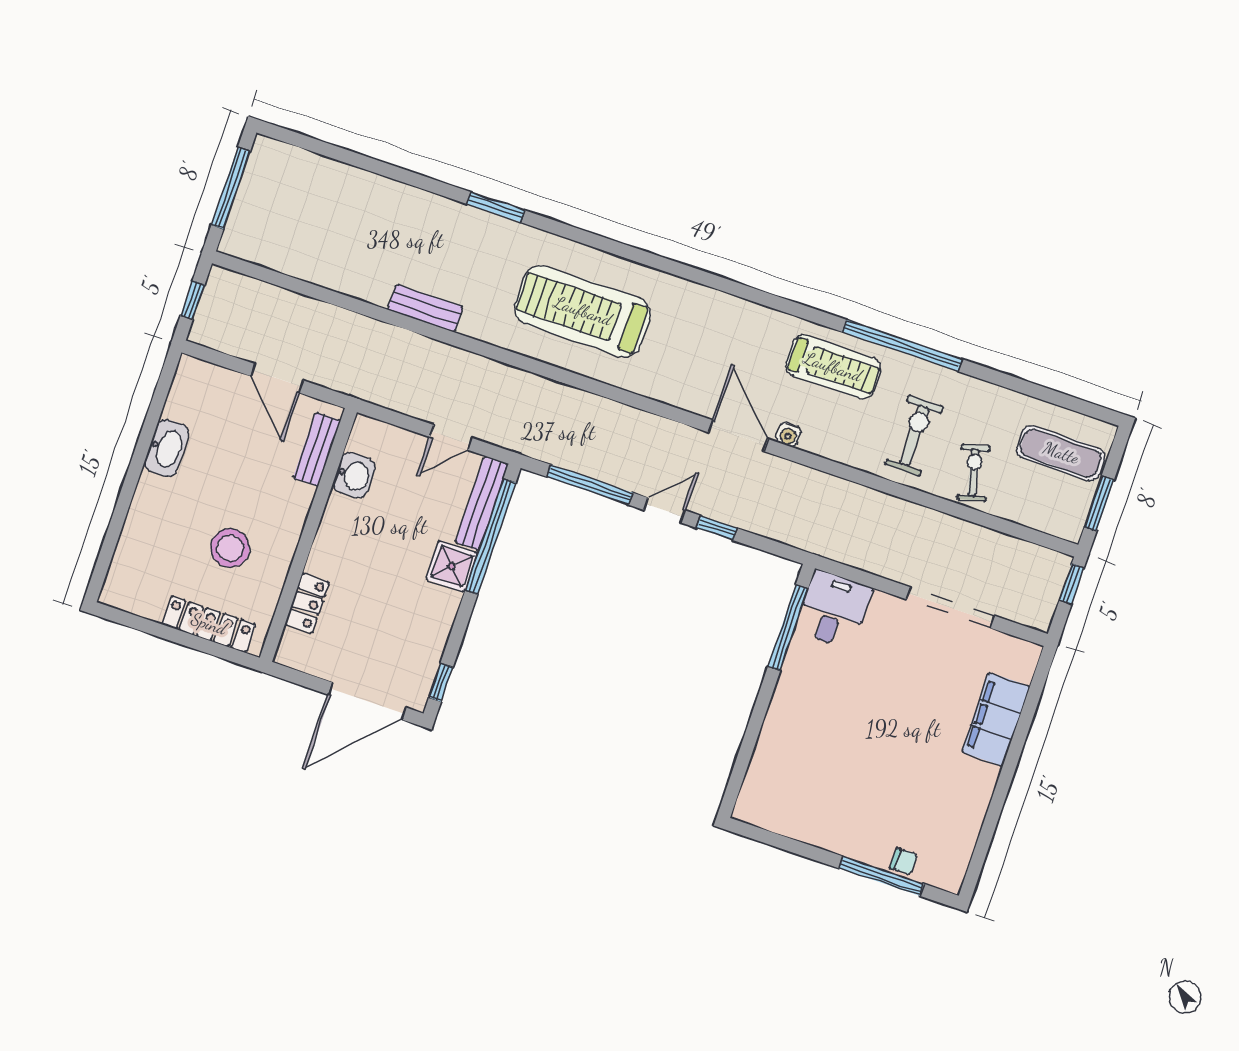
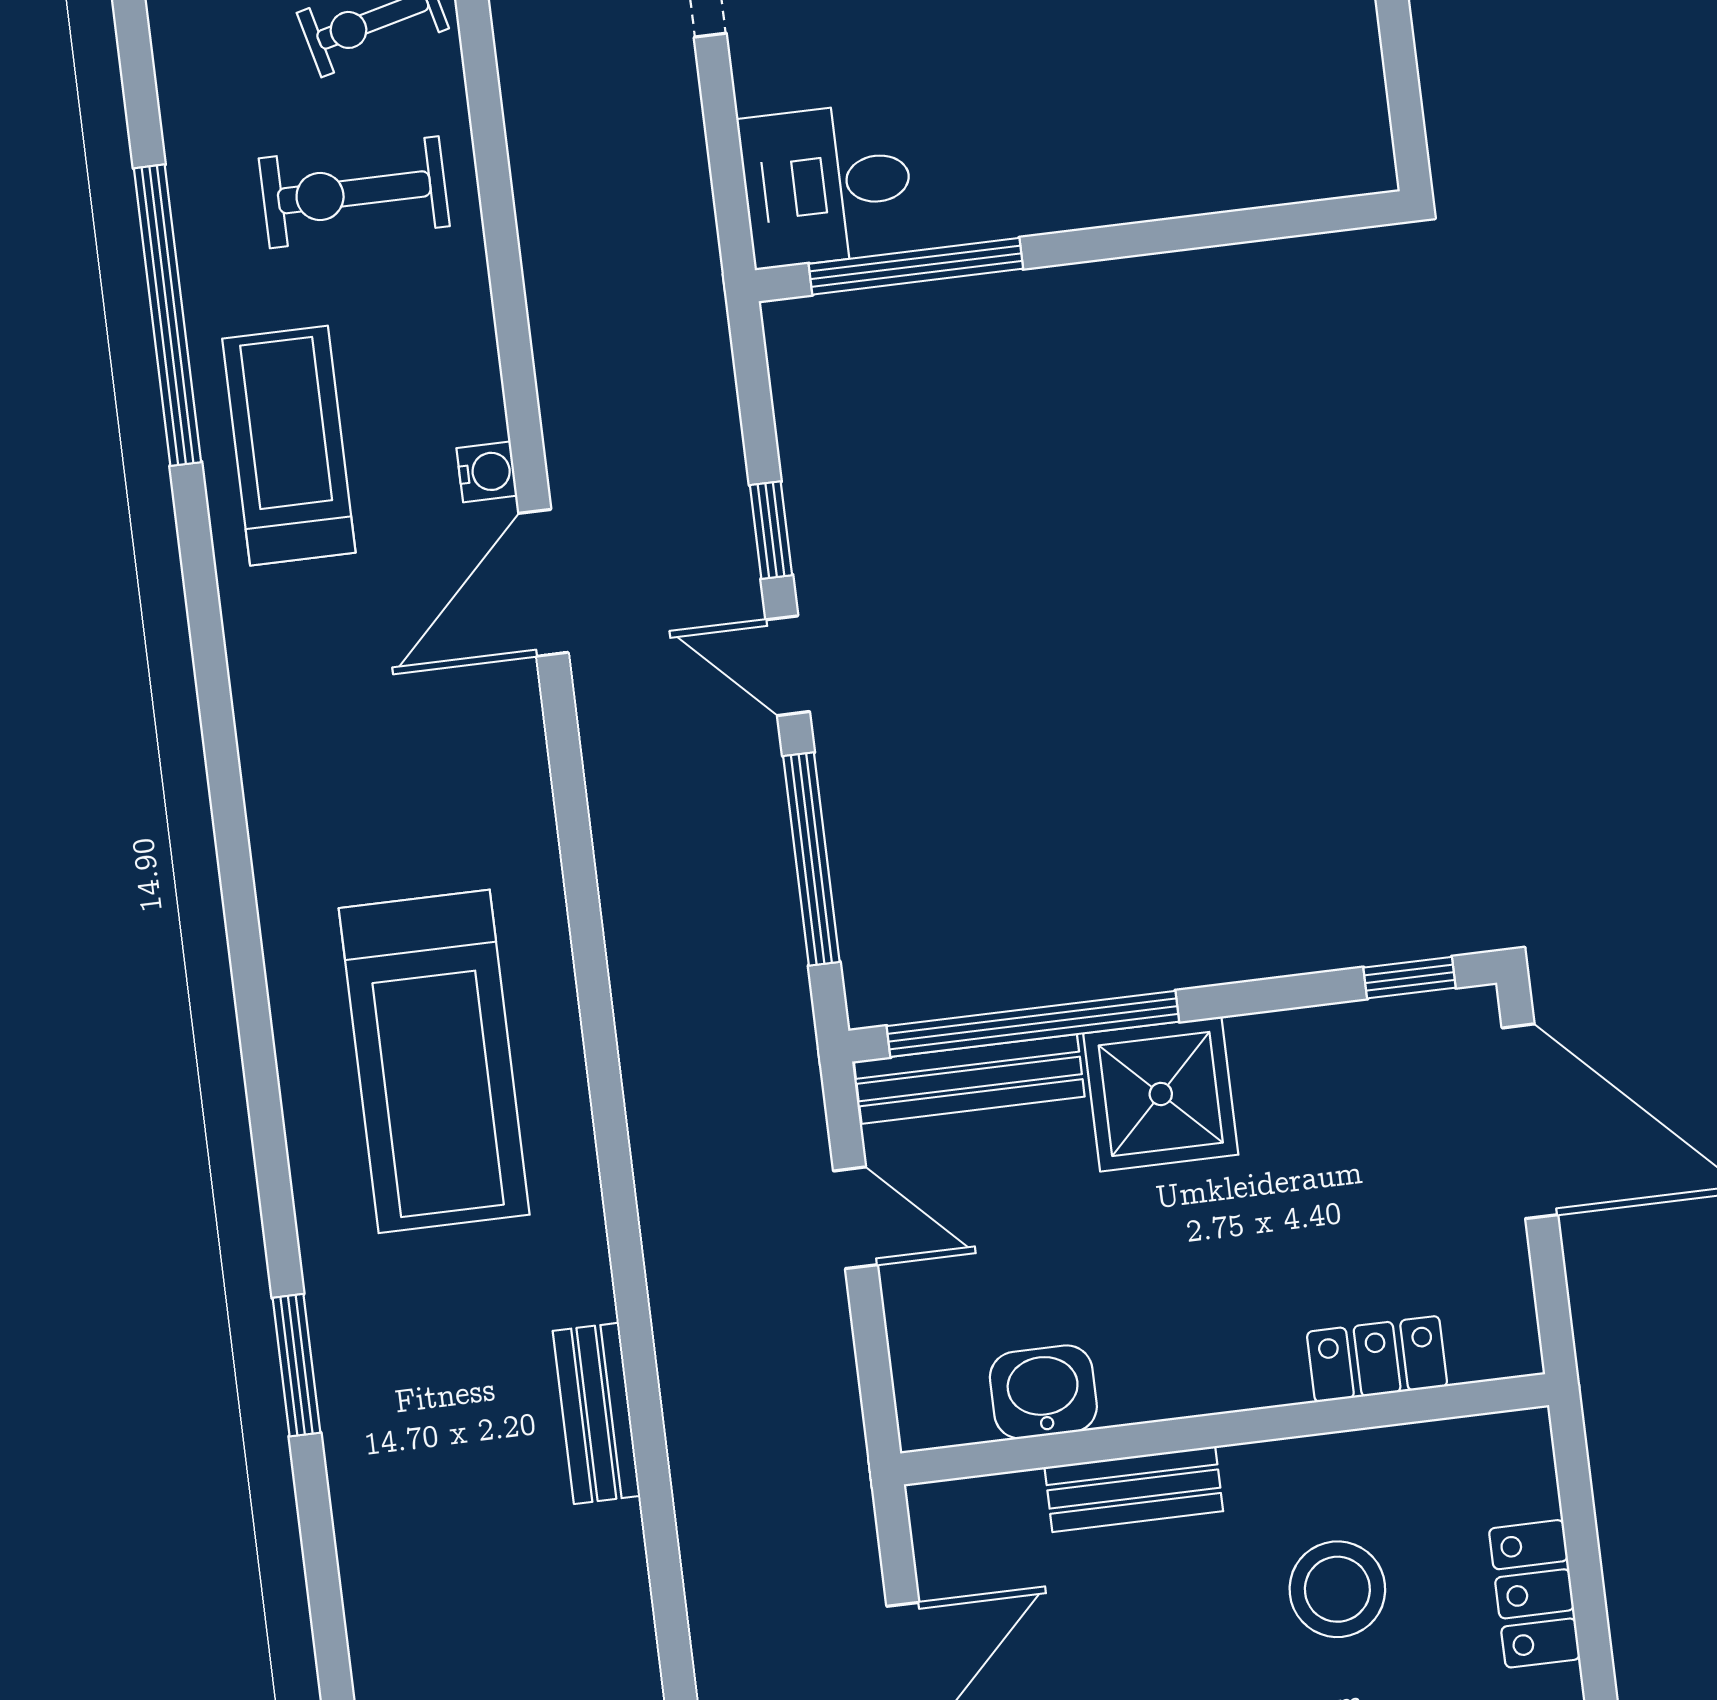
bench: (317, 449) -> (1134, 1489), moved
shower: (452, 566) -> (1161, 1094), width x1.36, depth x1.36
locker: (209, 624) -> (1534, 1594), width x0.66

